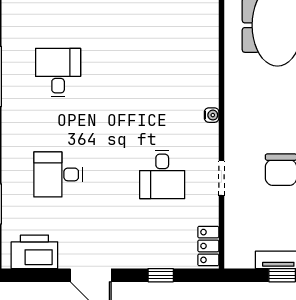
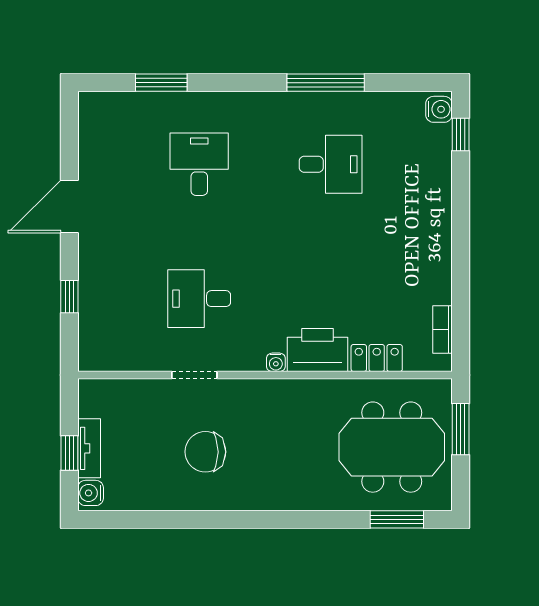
locker: (208, 246) -> (377, 358), moved
printer: (34, 252) -> (317, 350), moved, turned -90

